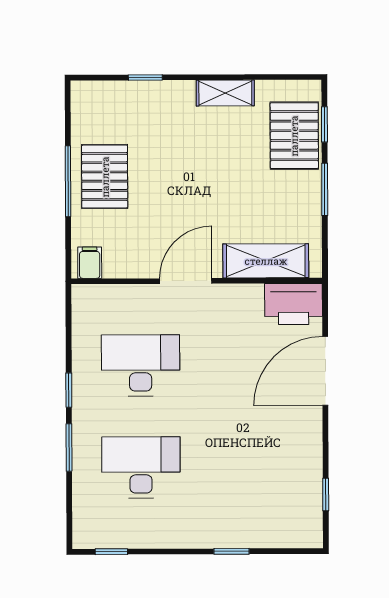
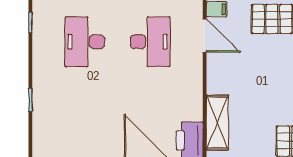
door: (186, 281) -> (205, 36), moved
desk: (141, 467) -> (85, 42), turned 180

